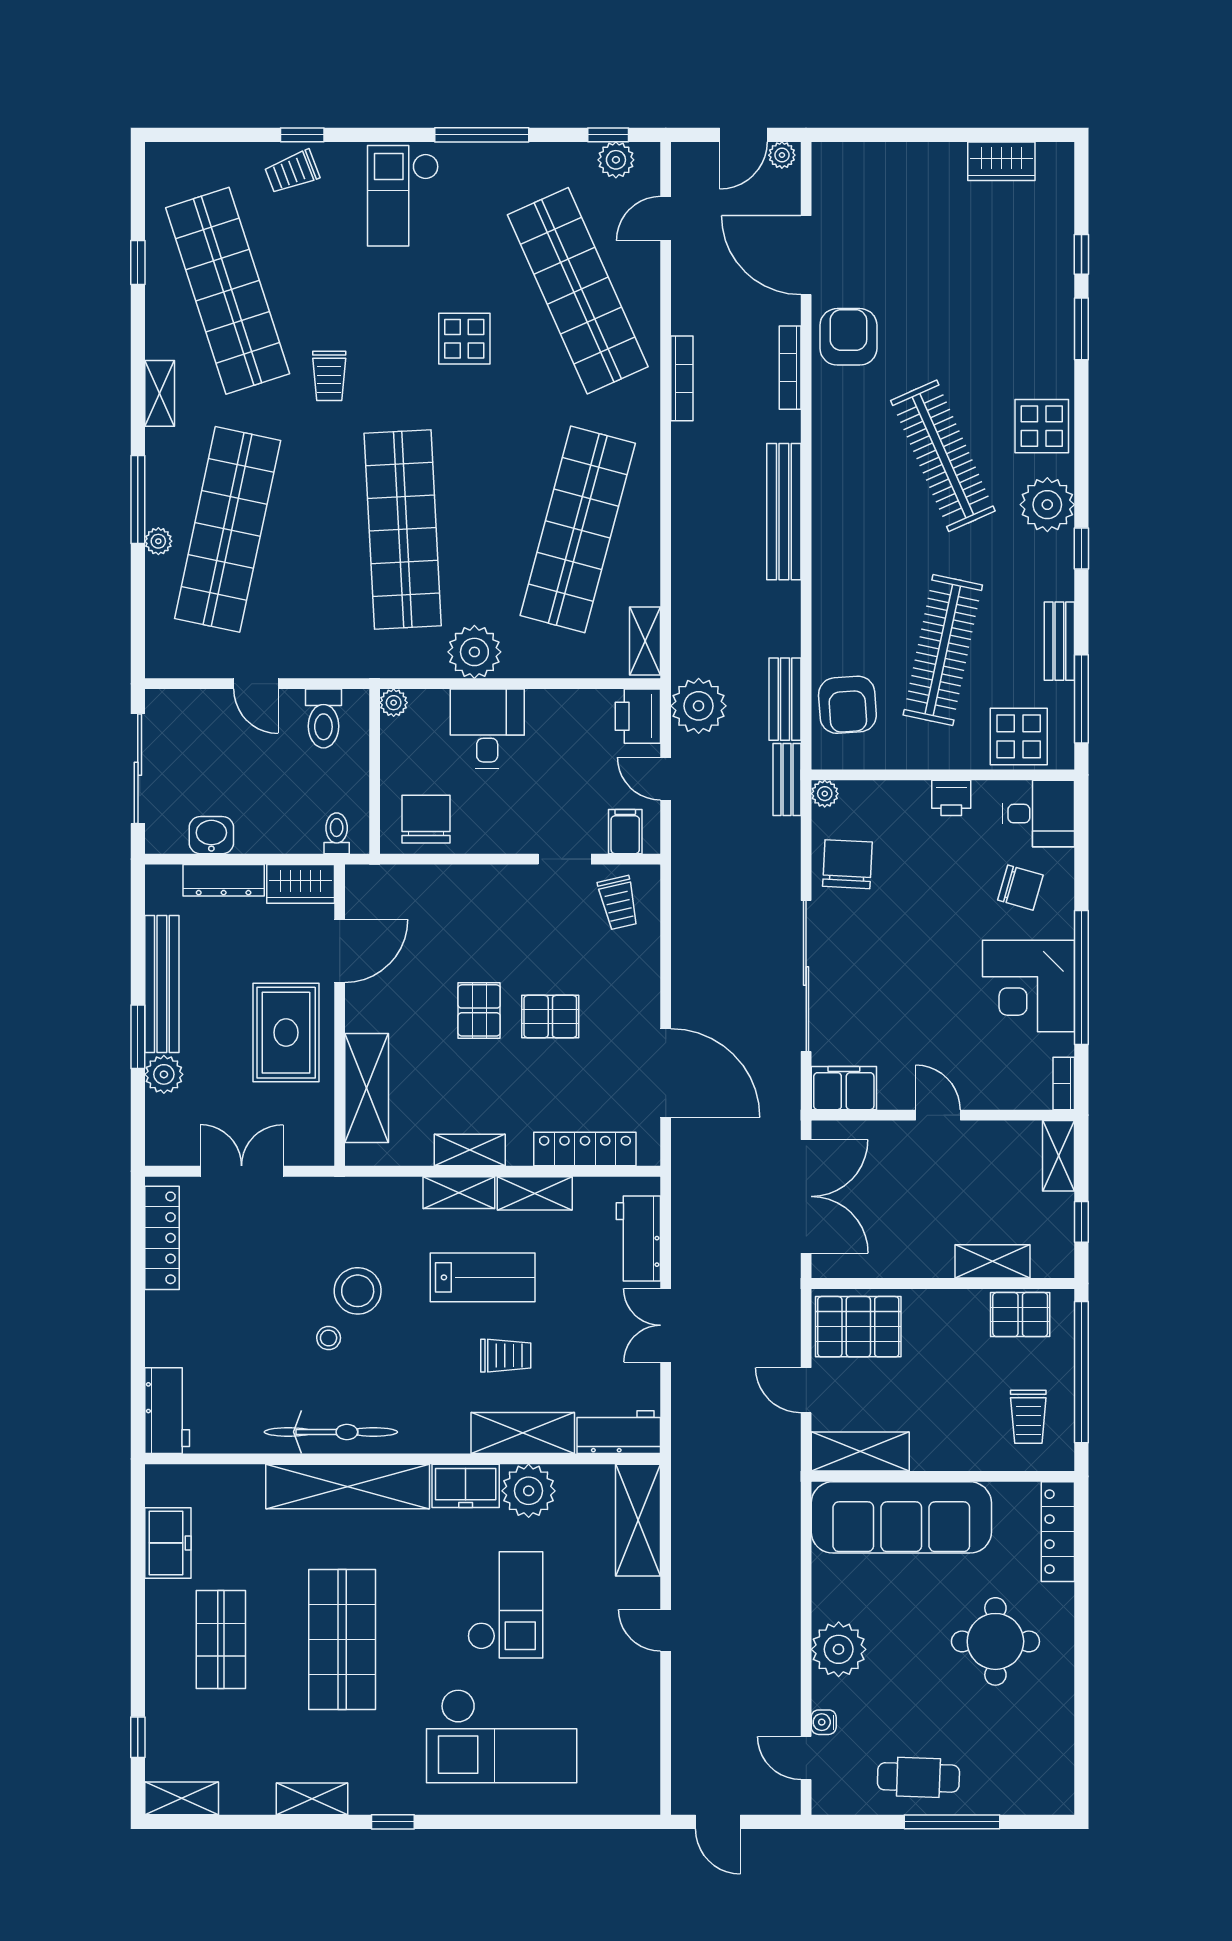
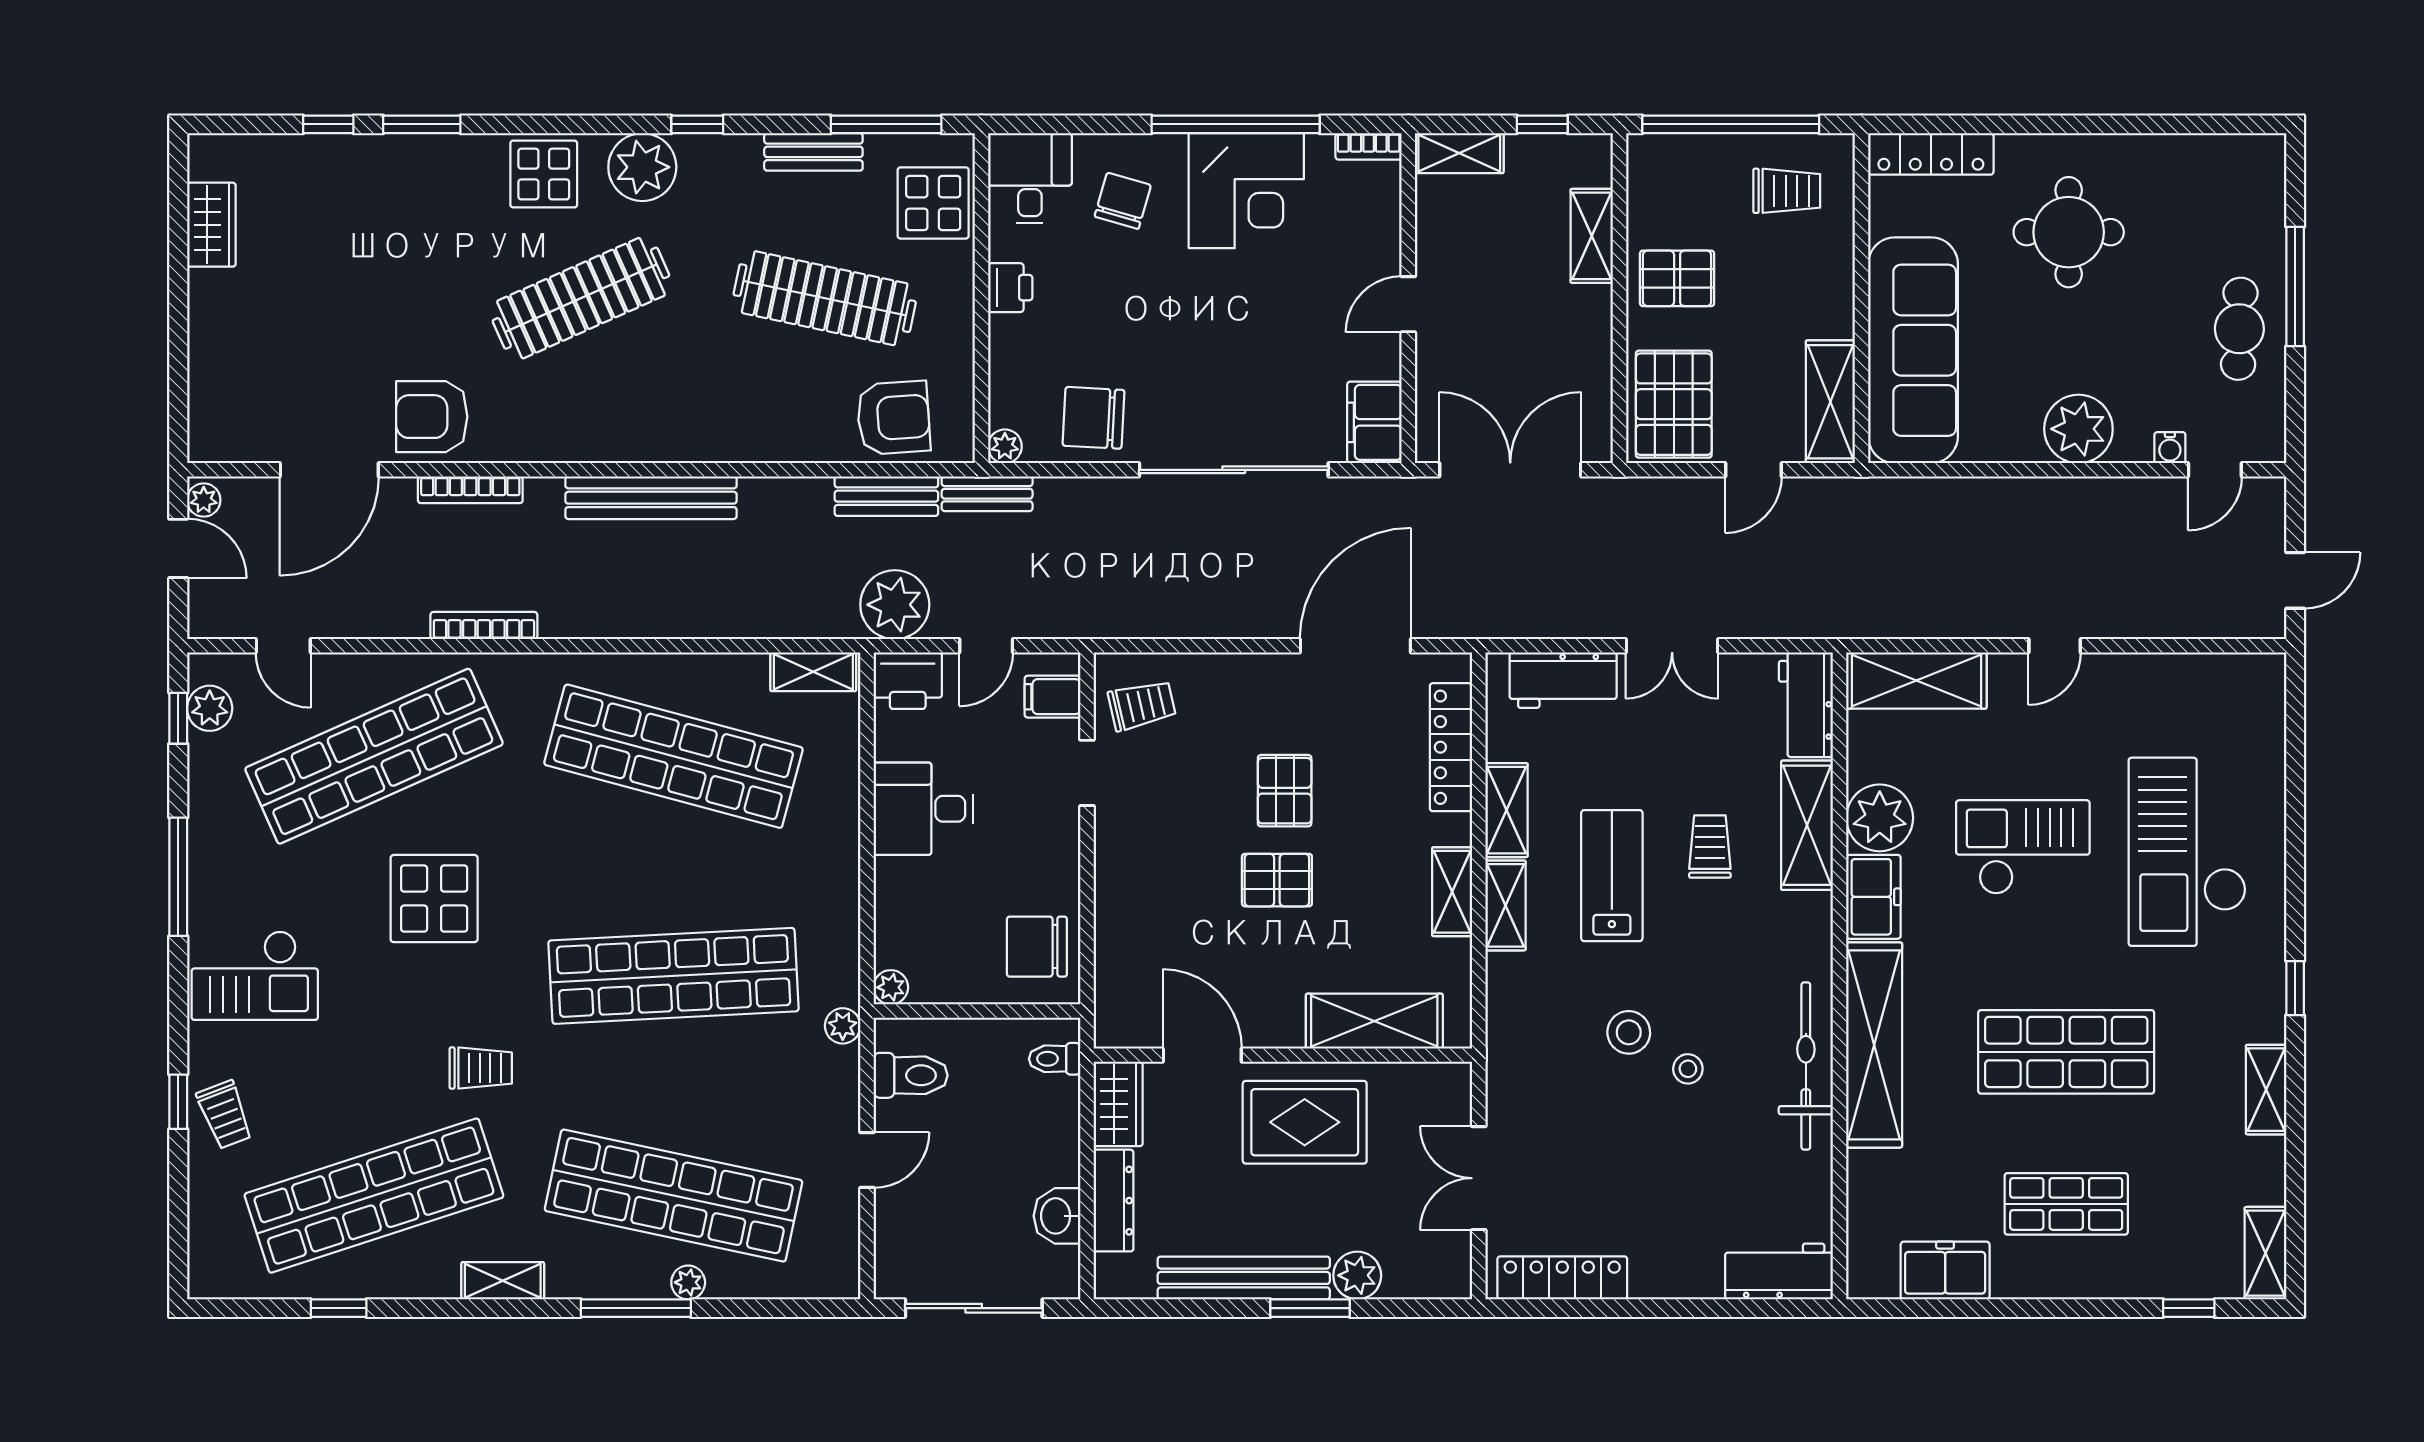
display table: (464, 339) -> (434, 899), width x1.36, depth x1.36
plant: (474, 652) -> (843, 1026), moved, width x0.53, depth x0.53
desk: (487, 729) -> (923, 809), moved
stool: (358, 1291) -> (1629, 1032), width x0.73, depth x0.73
pallet: (1020, 1315) -> (1677, 278), moved, turned 90
checkout: (502, 1736) -> (2187, 852), turned 180

